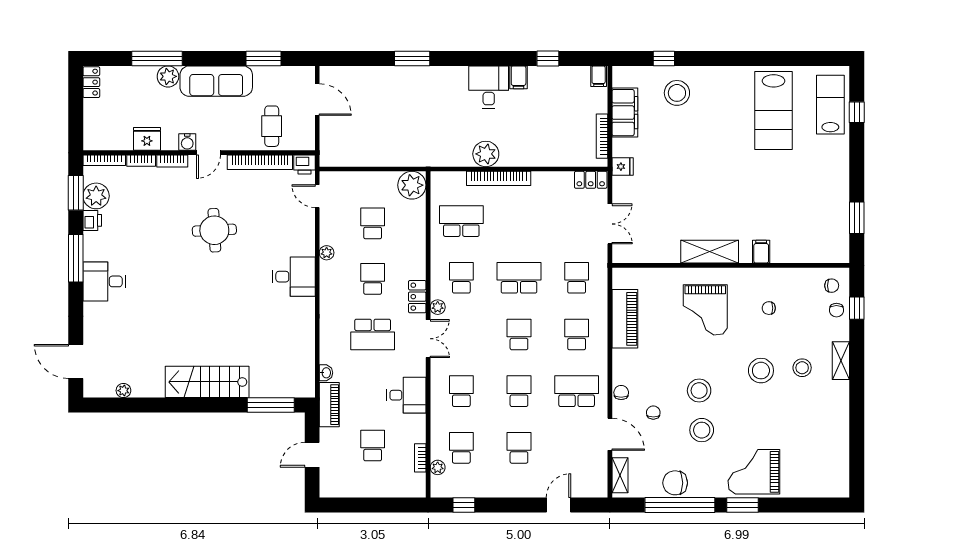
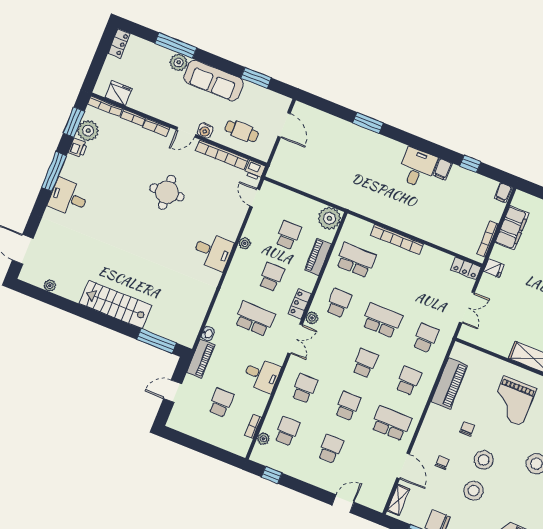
cafe table: (272, 126) -> (242, 131), turned 90
fridge: (147, 139) -> (118, 93), moved
water cooler: (187, 142) -> (205, 131), moved
plant: (486, 154) -> (395, 217), removed
piano: (416, 235) -> (318, 257), added
school desk: (373, 334) -> (255, 319), turned 180
chair: (621, 393) -> (467, 429), moved

